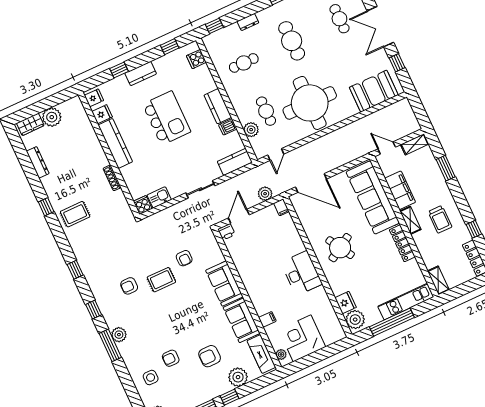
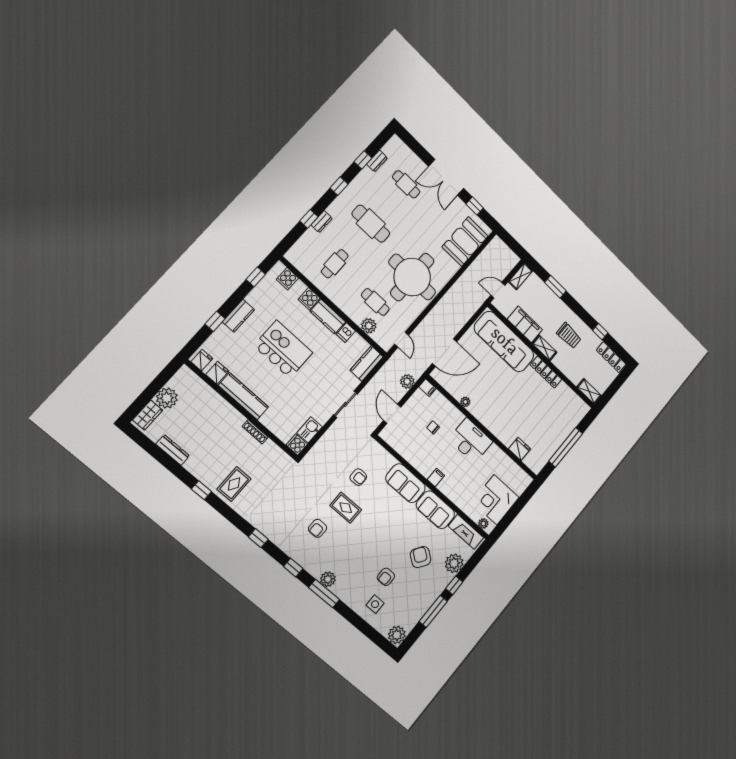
window: (214, 26) -> (309, 219), moved
cooker: (208, 84) -> (309, 299), added
printer: (226, 232) -> (387, 434), removed
chair: (271, 245) -> (433, 427), added
round table: (340, 248) -> (495, 401), removed
rug: (161, 280) -> (346, 508), turned 90
kitchen unit: (406, 302) -> (570, 423), removed
filing cabinet: (267, 319) -> (436, 478), moved
plant: (355, 320) -> (465, 402), moved, width x0.53, depth x0.53
armchair: (210, 356) -> (421, 557), turned 125

